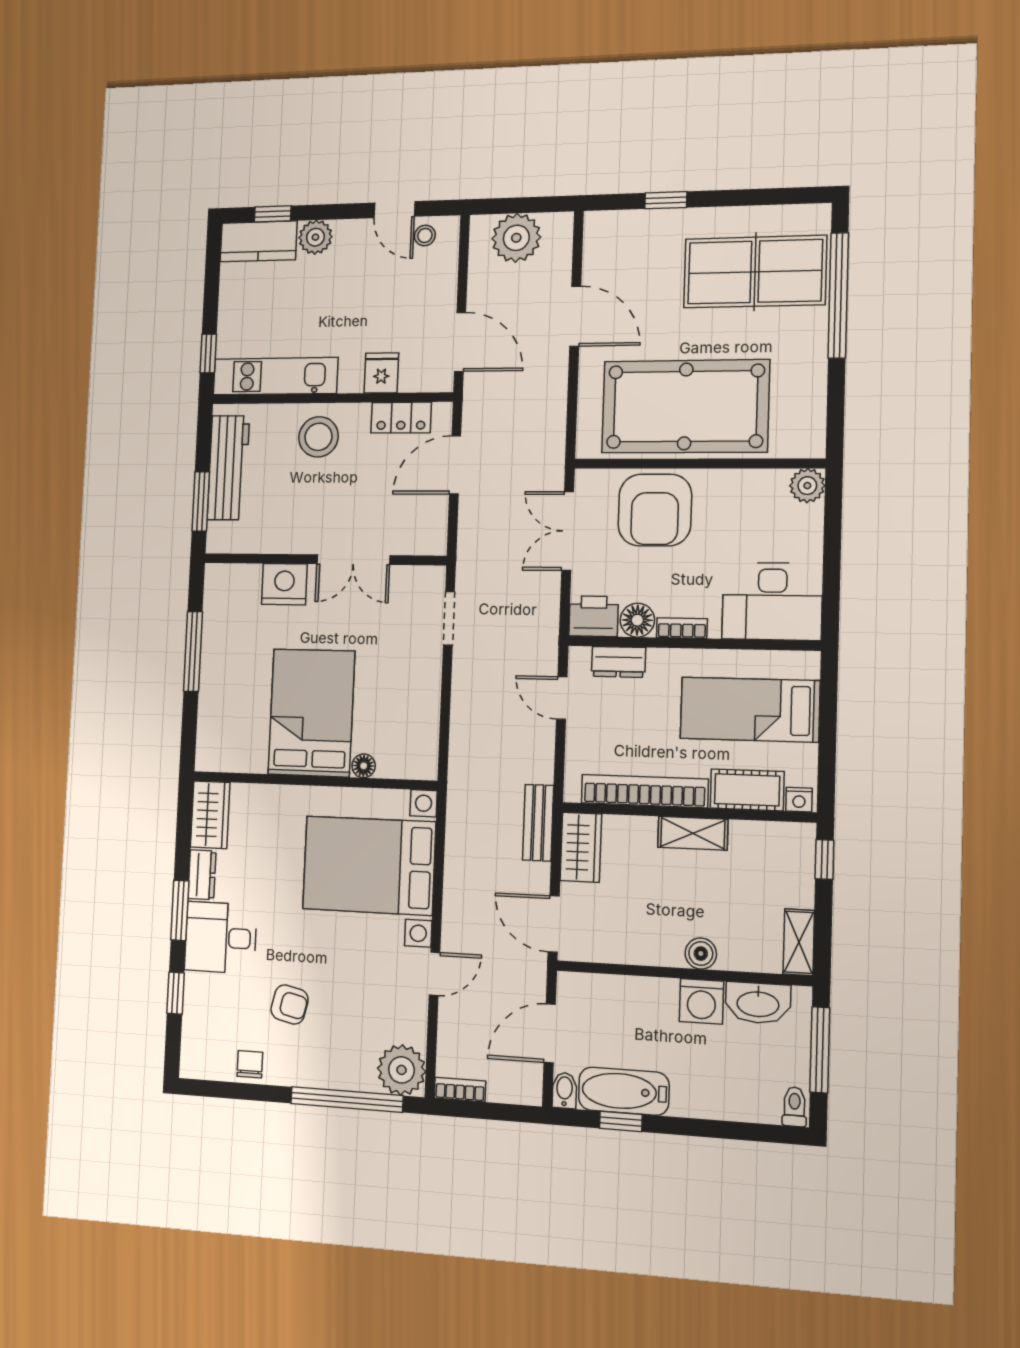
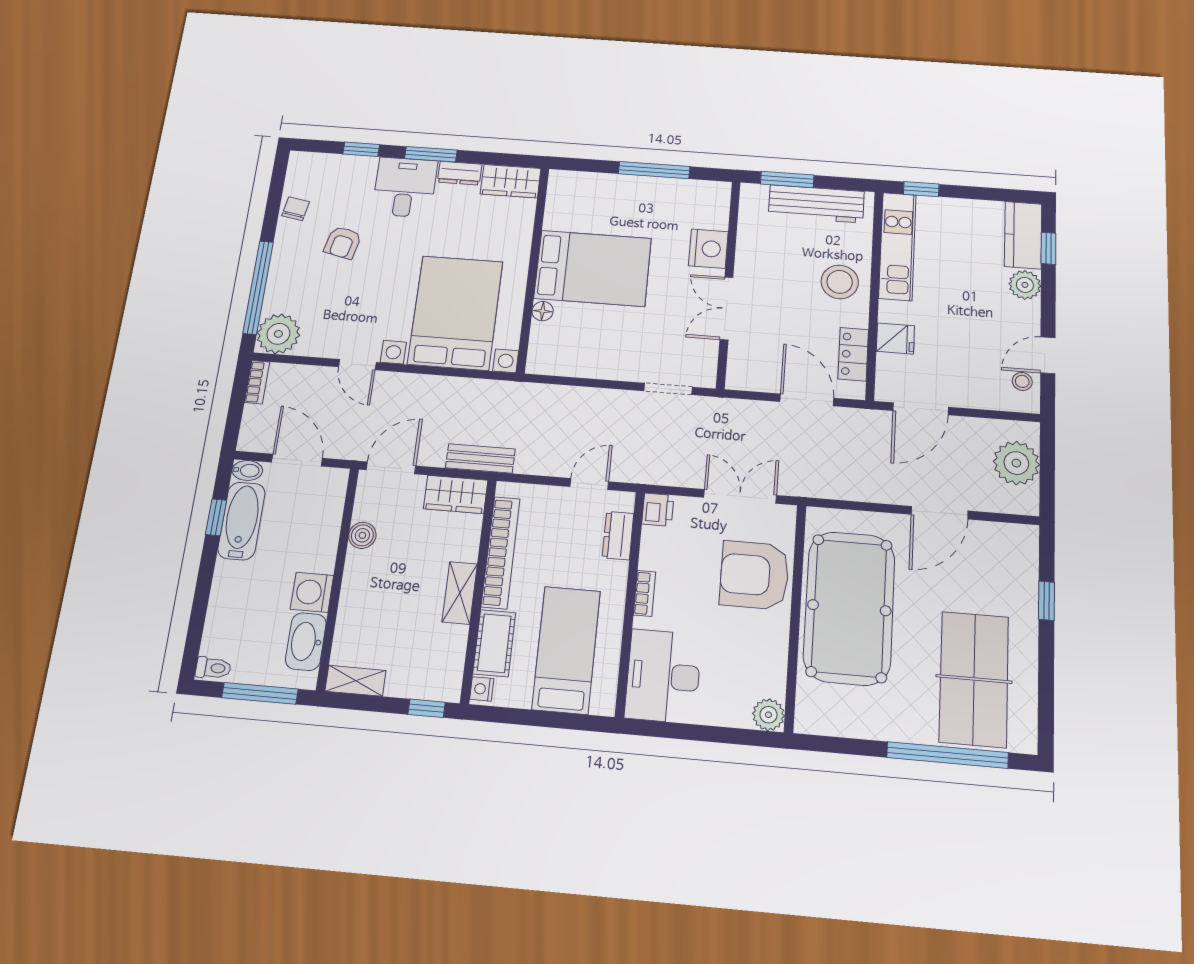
printer: (594, 616) -> (658, 510), width x0.73, depth x0.81
floor lamp: (637, 620) -> (655, 554), removed
boiler: (701, 954) -> (362, 535), moved
chair: (250, 1064) -> (296, 209), turned -80

